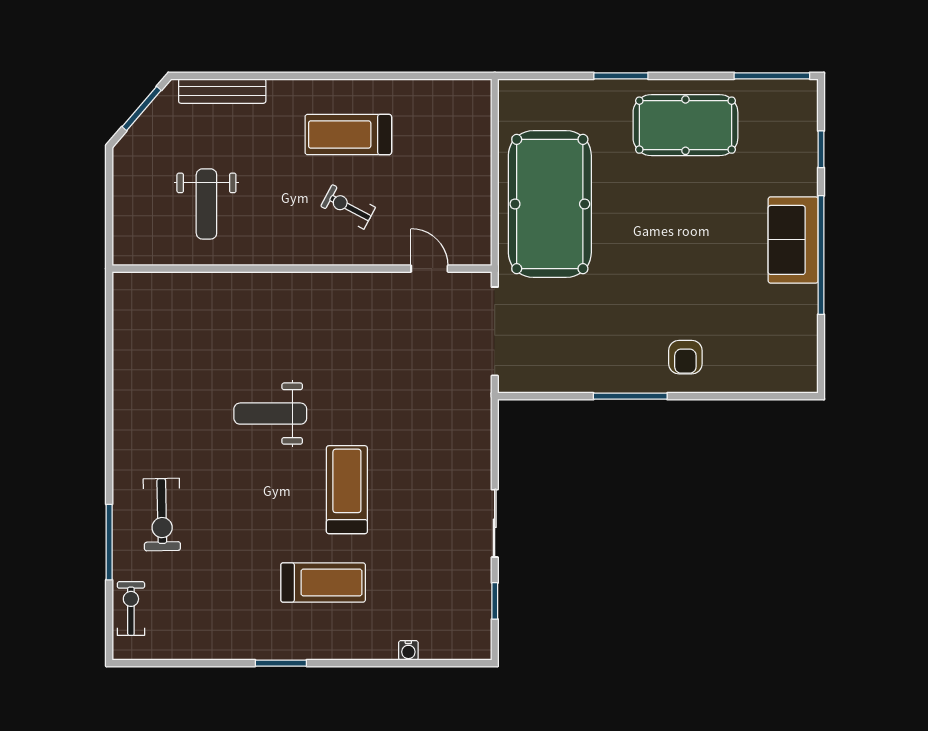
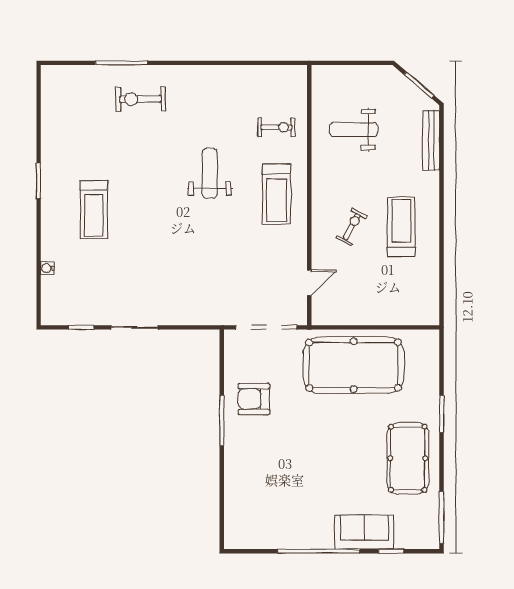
sofa: (793, 240) -> (364, 532), moved
armchair: (685, 357) -> (254, 399), moved, width x1.38, depth x1.38
treadmill: (347, 490) -> (277, 194), moved, turned 90
exercise bike: (131, 609) -> (276, 127), moved

